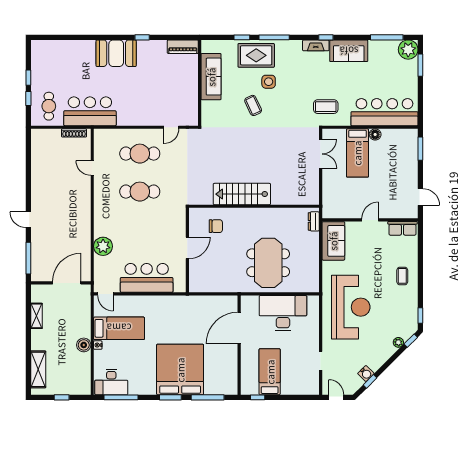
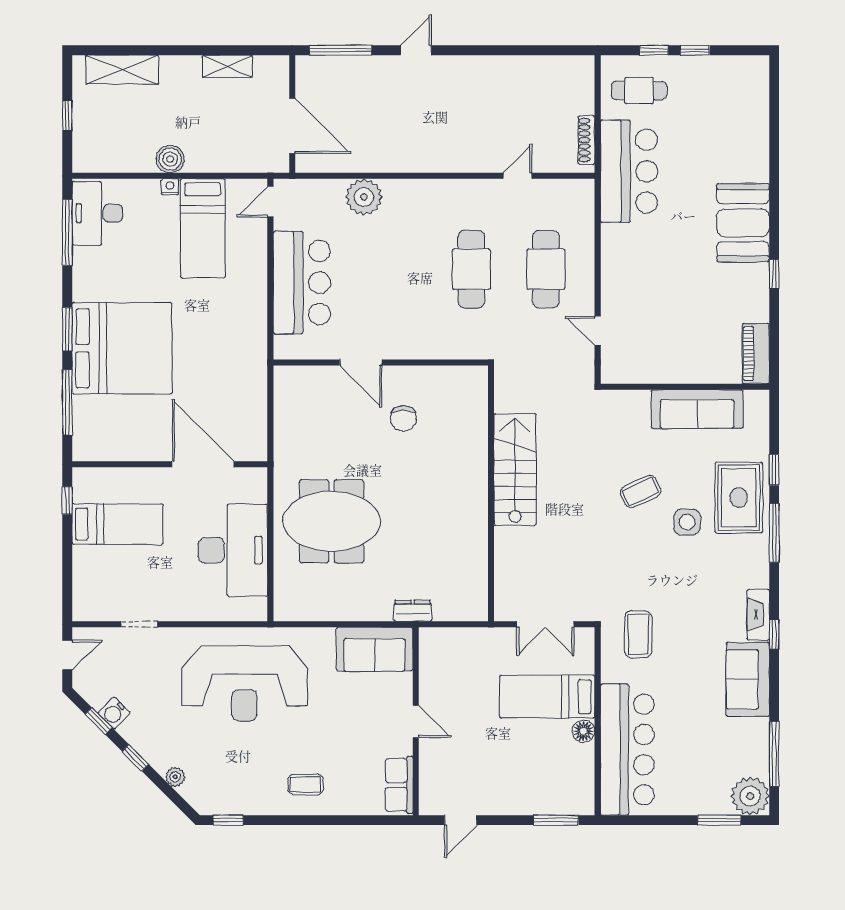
stairs: (242, 194) -> (515, 470), moved
wall: (254, 206) -> (491, 493), moved
window: (411, 341) -> (135, 758), moved

